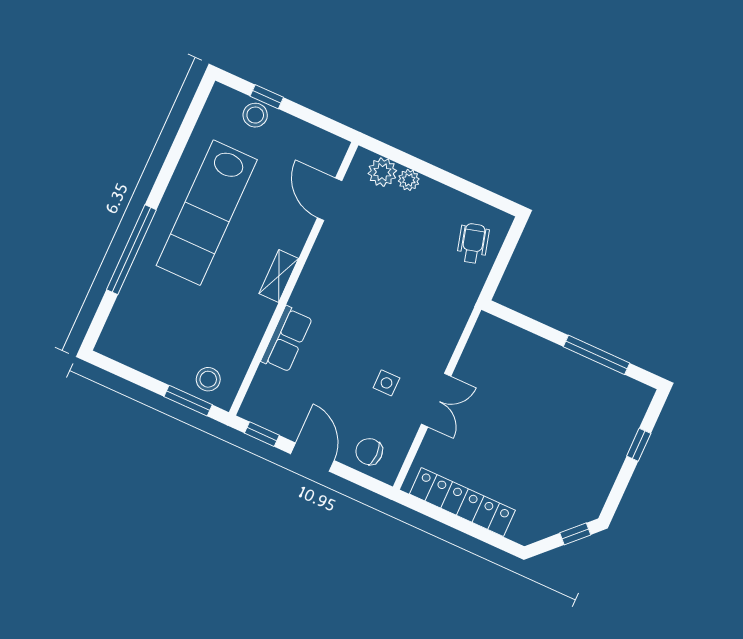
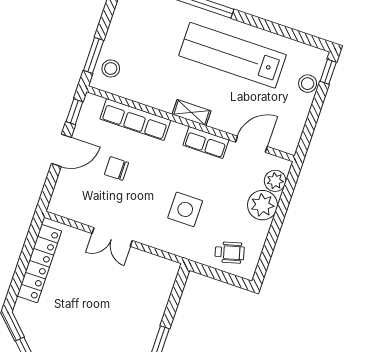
window: (267, 97) -> (328, 72), moved
plant: (409, 180) -> (262, 205), width x1.87, depth x1.87
row of seats: (321, 260) -> (206, 142), added
row of seats: (287, 339) -> (135, 120), width x1.48
side table: (386, 383) -> (185, 209), moved, width x1.87, depth x1.87
chair: (369, 452) -> (117, 169), moved, turned -90

